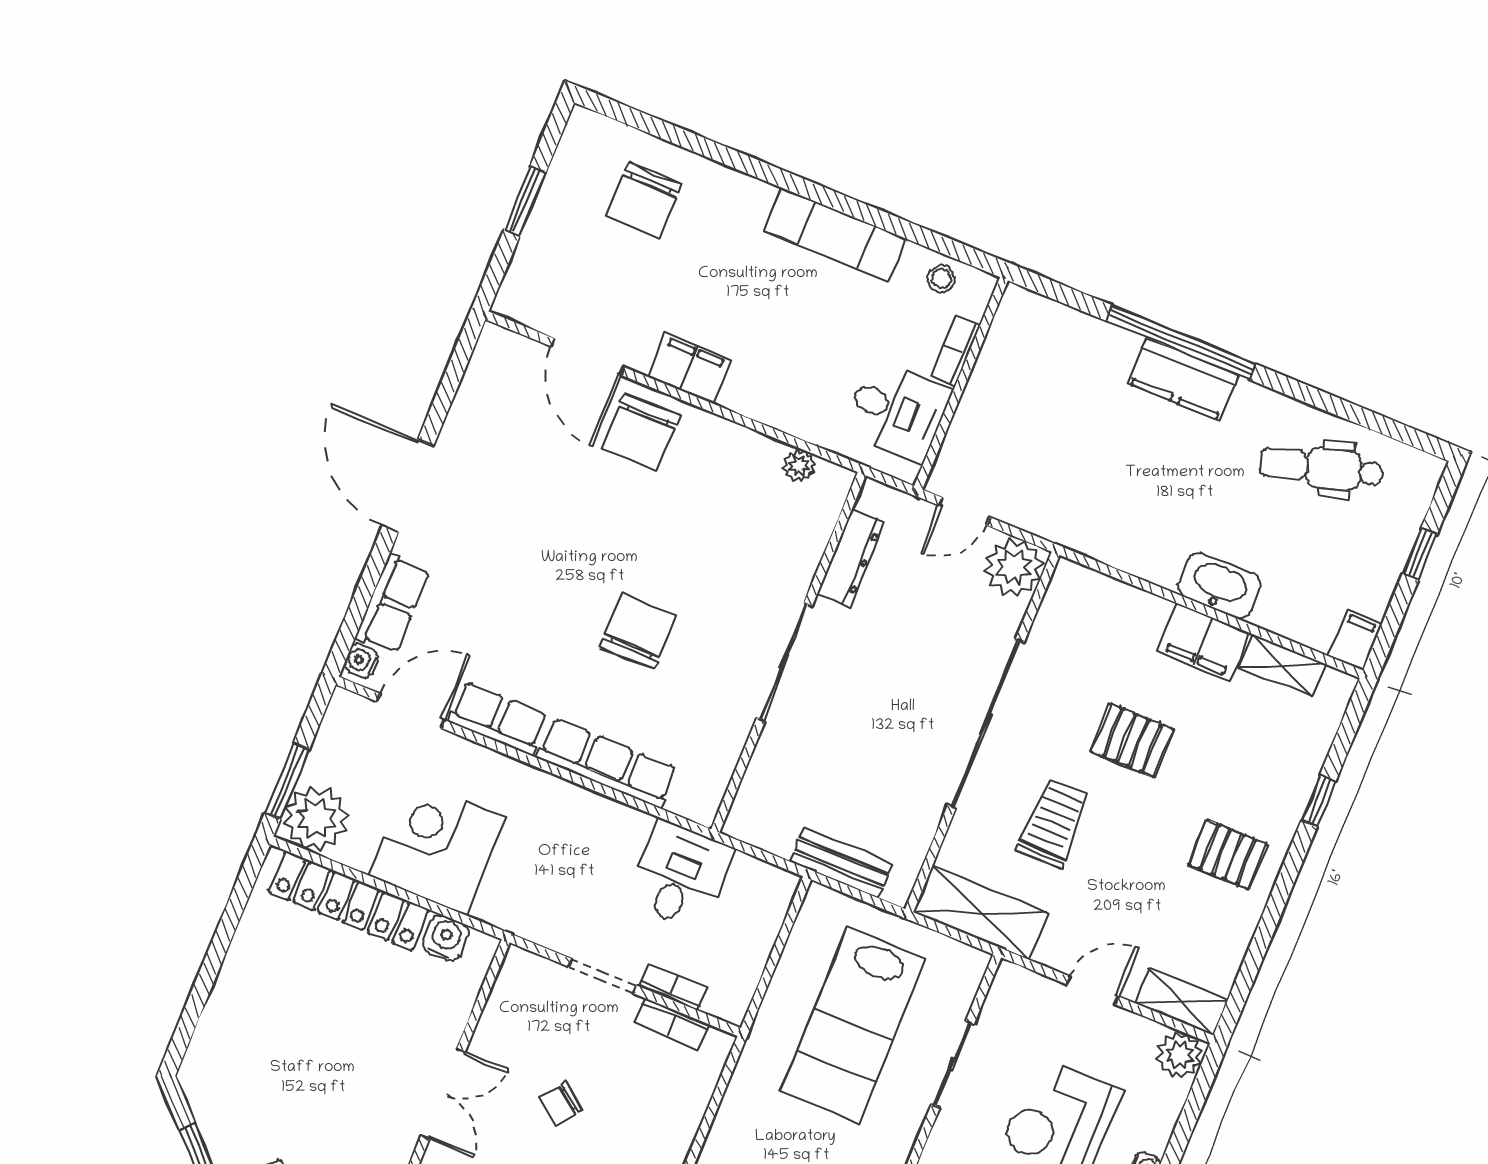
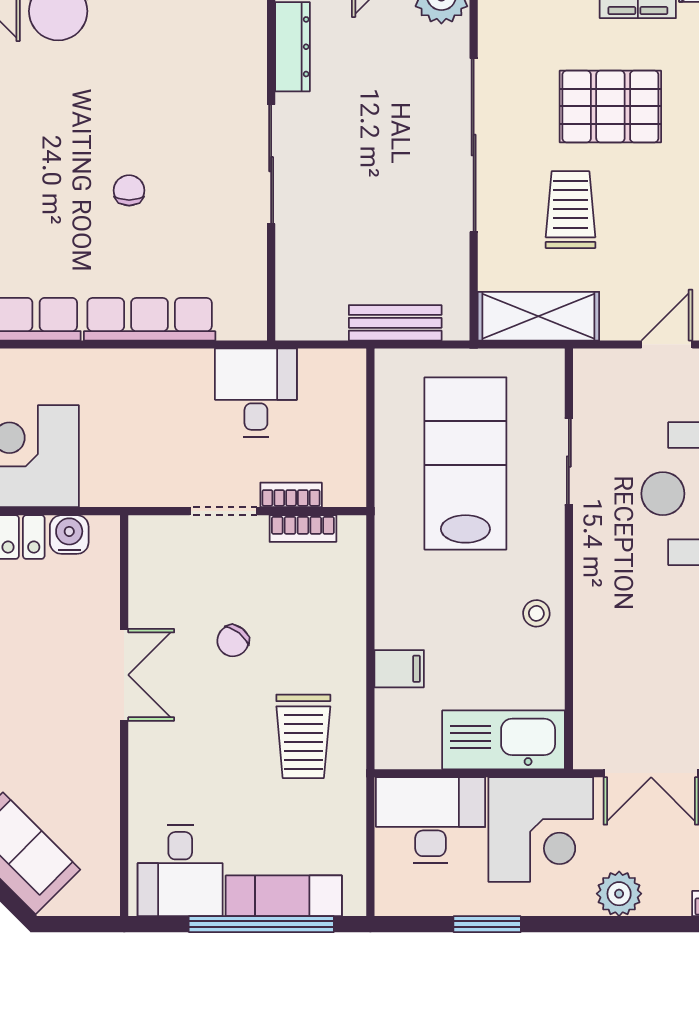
chair: (638, 632) -> (129, 190), width x0.54, depth x0.54
pallet: (1132, 740) -> (610, 106), width x1.50, depth x1.42
lab bench: (853, 1025) -> (465, 463), turned 180

